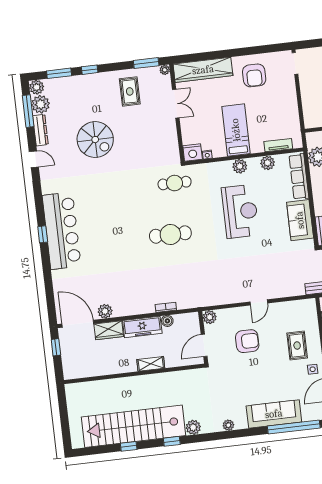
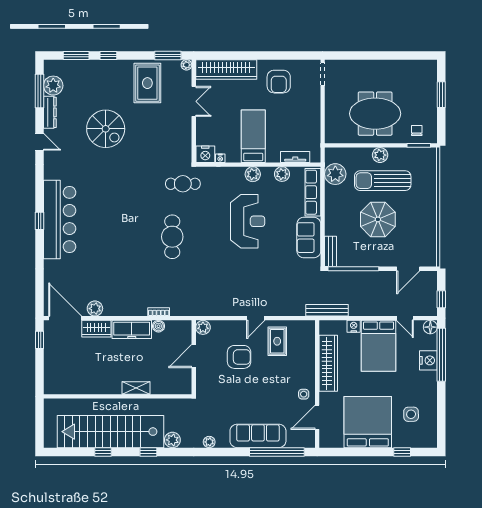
plant: (37, 87) -> (51, 67), removed
rug: (130, 91) -> (147, 83), width x1.36, depth x1.43
cafe table: (170, 235) -> (172, 237), turned 90
rug: (297, 346) -> (277, 341), moved
shelving: (151, 364) -> (136, 388), moved
wall: (134, 374) -> (118, 396), moved

